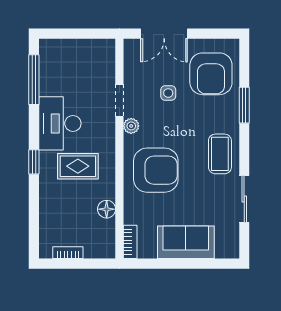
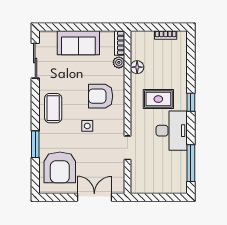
armchair: (211, 74) -> (60, 167), turned 180
side table: (168, 93) -> (87, 126), moved
plant: (131, 126) -> (119, 62), moved
armchair: (156, 170) -> (101, 96), width x0.73, depth x0.73
sliding door: (244, 199) -> (35, 61), moved

